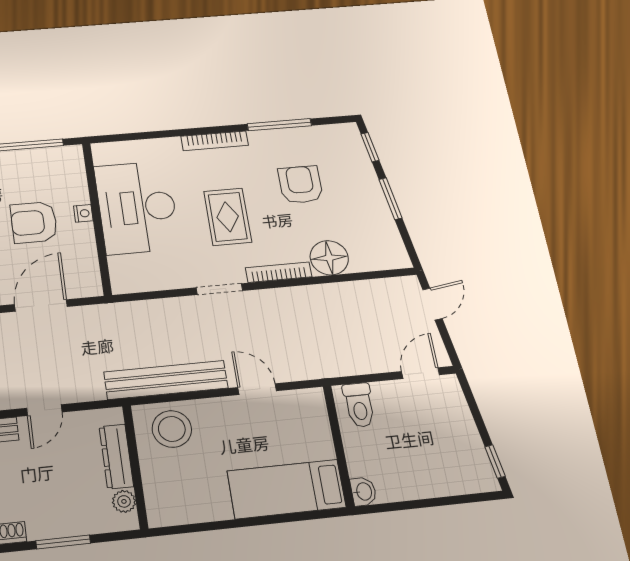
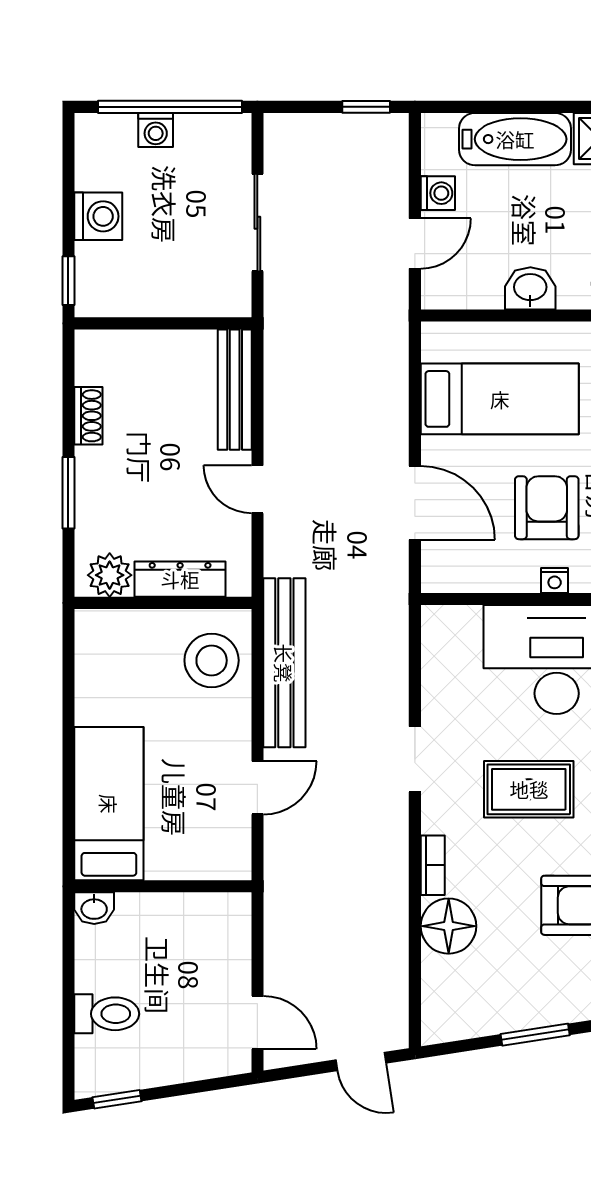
bookcase: (279, 272) -> (433, 865), width x0.64
toilet: (359, 405) -> (107, 1014), moved, turned 180
plant: (124, 501) -> (110, 575), width x1.38, depth x1.38

